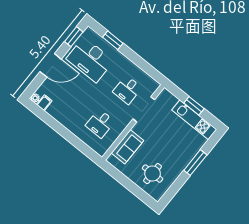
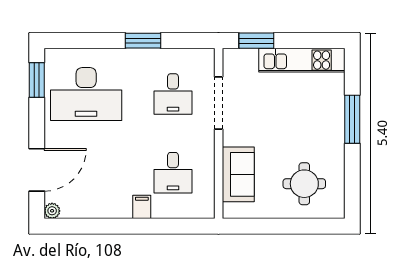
window: (113, 40) -> (143, 41), moved
door: (51, 65) -> (37, 170), moved
filing cabinet: (44, 103) -> (142, 207), moved
window: (194, 106) -> (256, 41), moved

